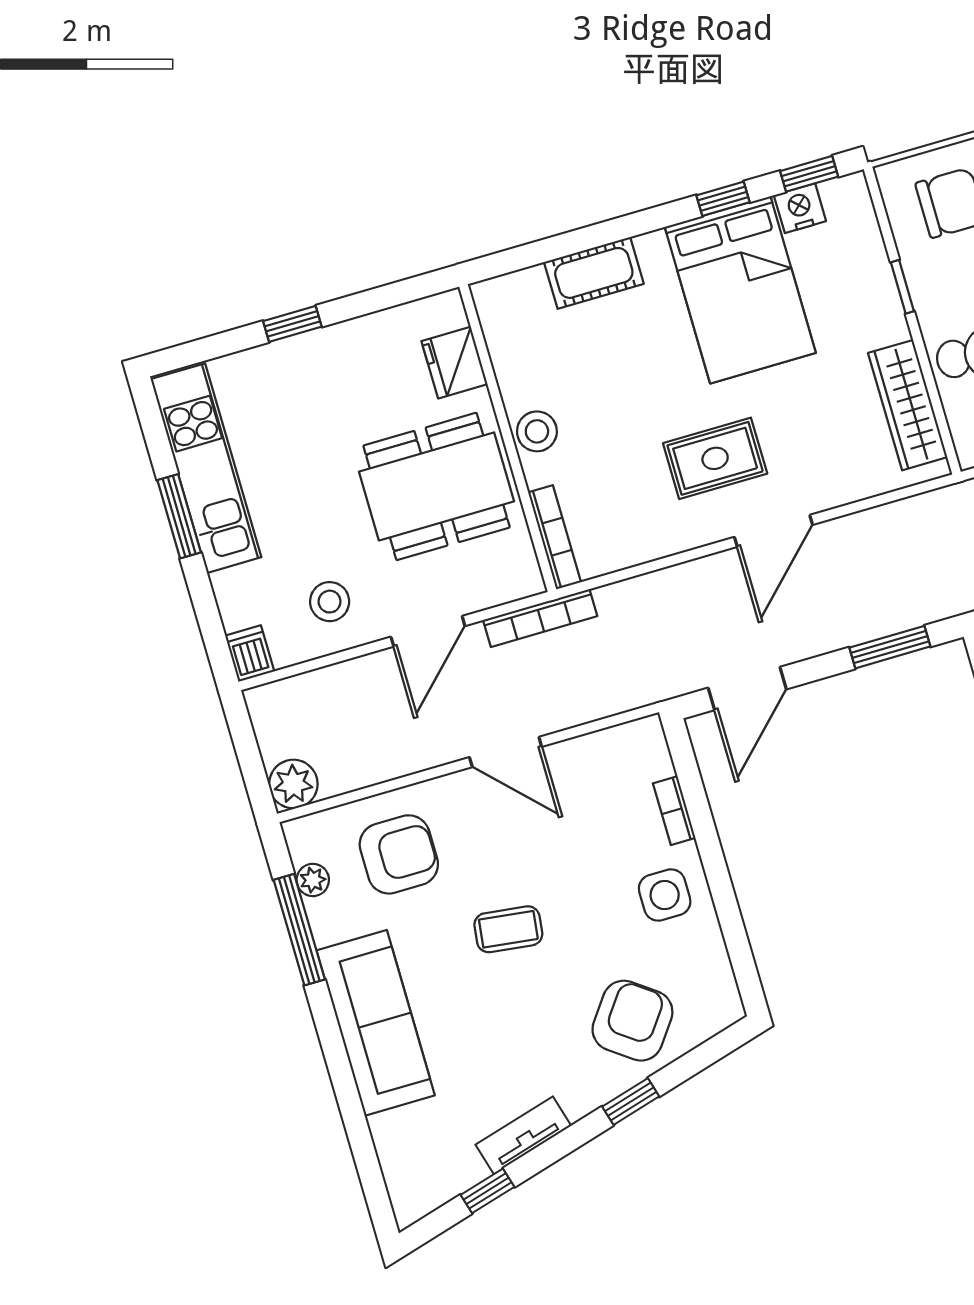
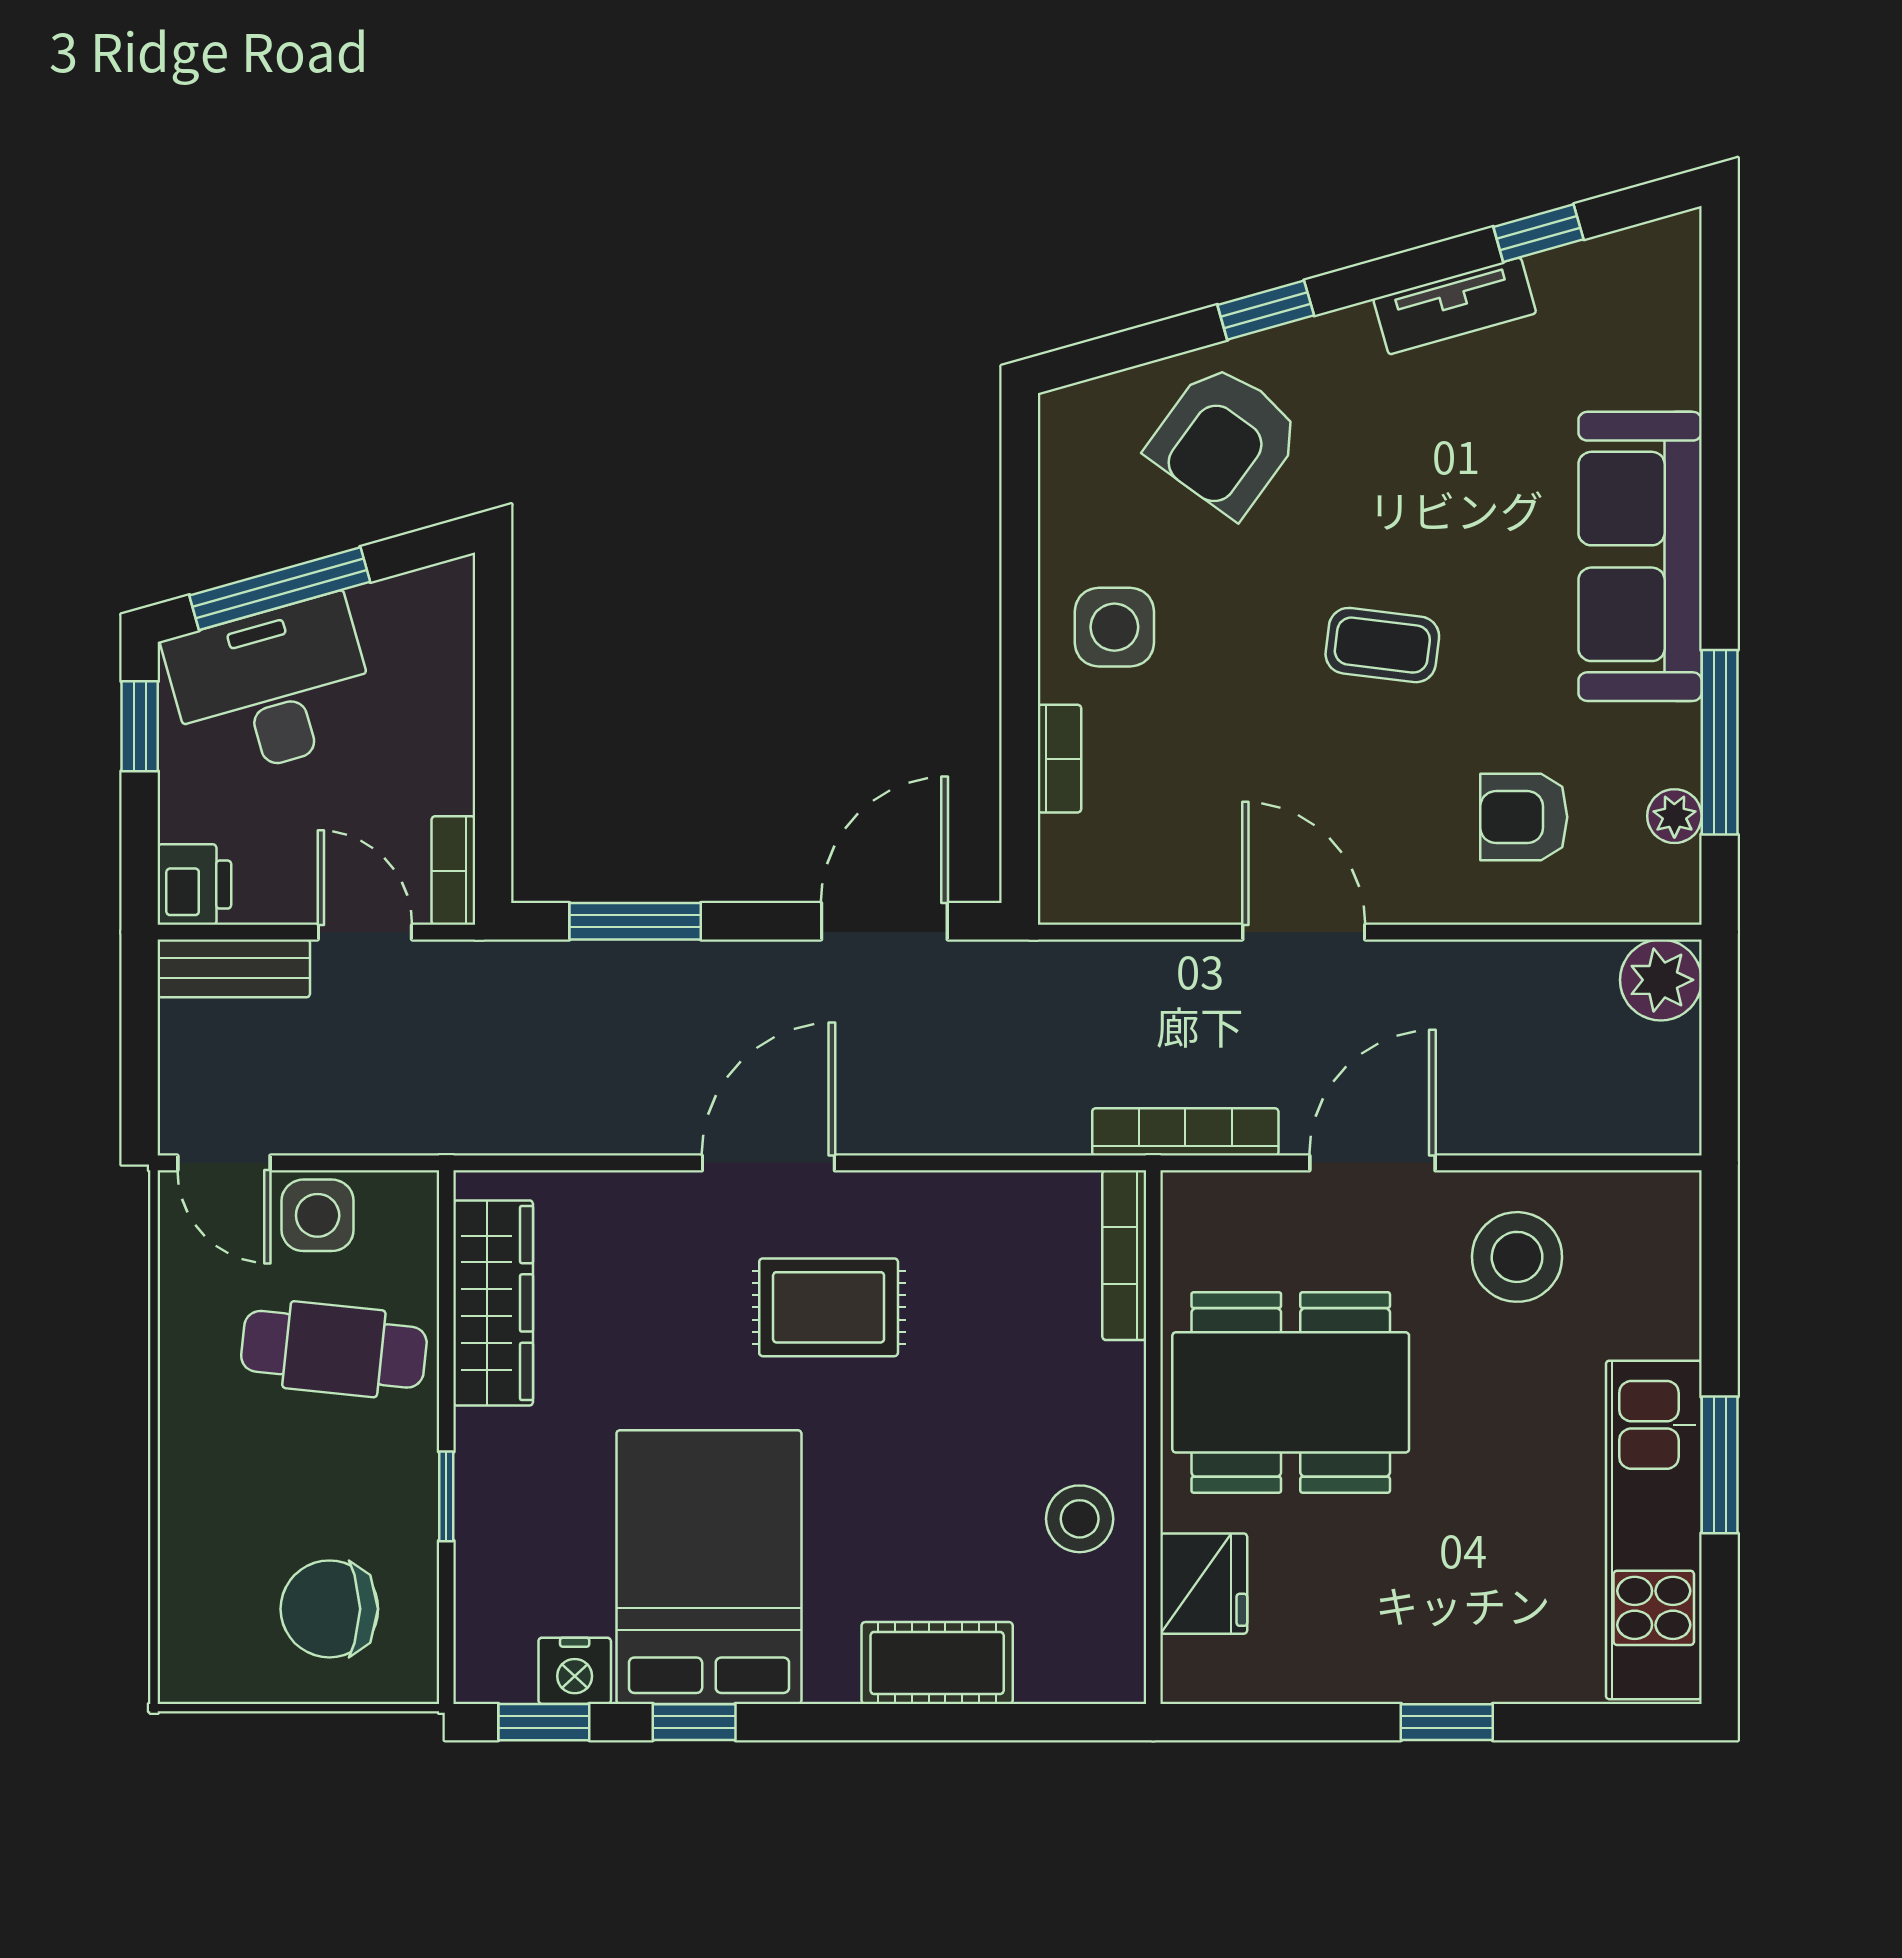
stool: (537, 431) -> (1080, 1519), moved
stool: (330, 602) -> (1517, 1257), width x1.38, depth x1.38
dishwasher: (250, 654) -> (1670, 1211), removed
armchair: (399, 854) -> (1524, 817), width x0.72, depth x0.72

